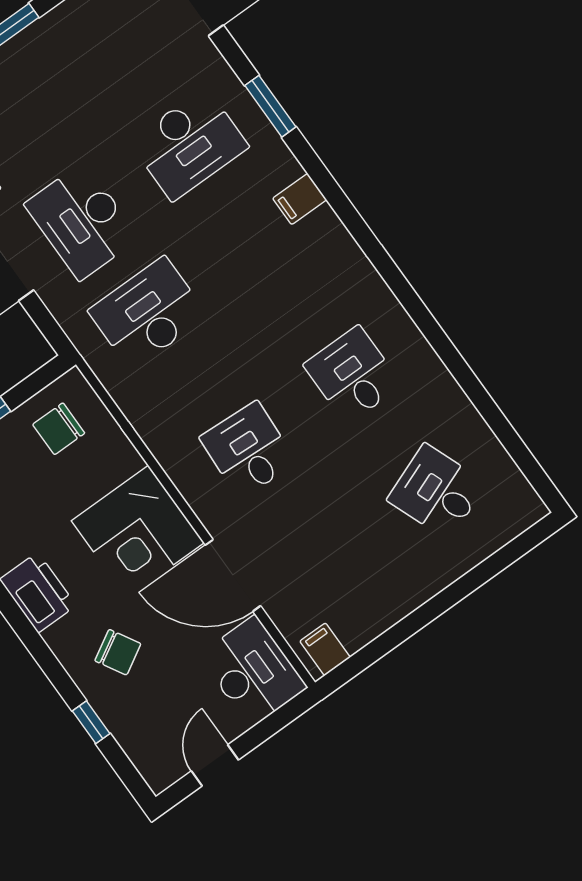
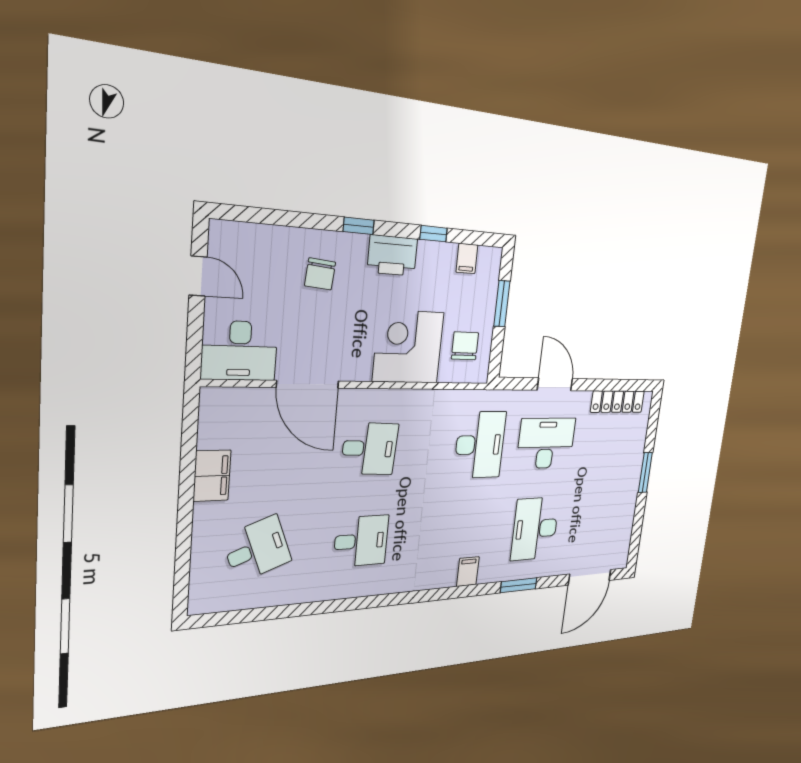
corner desk: (138, 532) -> (408, 347), moved
door: (233, 575) -> (308, 384), swing flipped
filing cabinet: (325, 649) -> (212, 476), moved, width x2.00
chair: (118, 652) -> (320, 274), turned -55
window: (91, 722) -> (359, 226), moved

